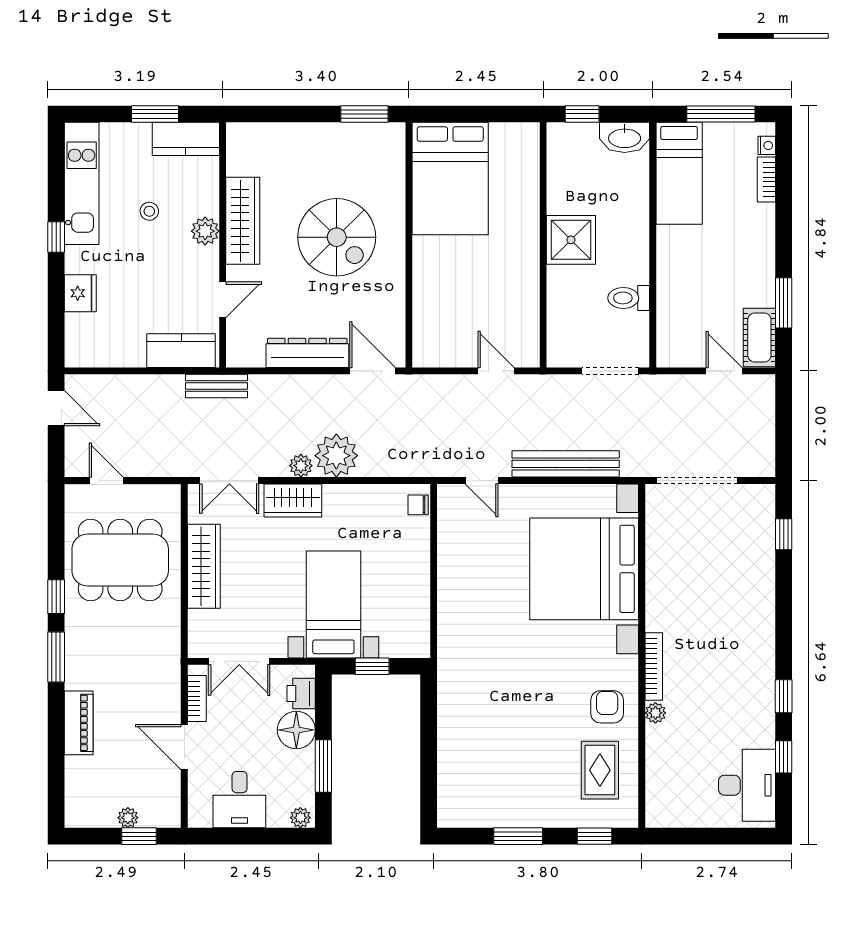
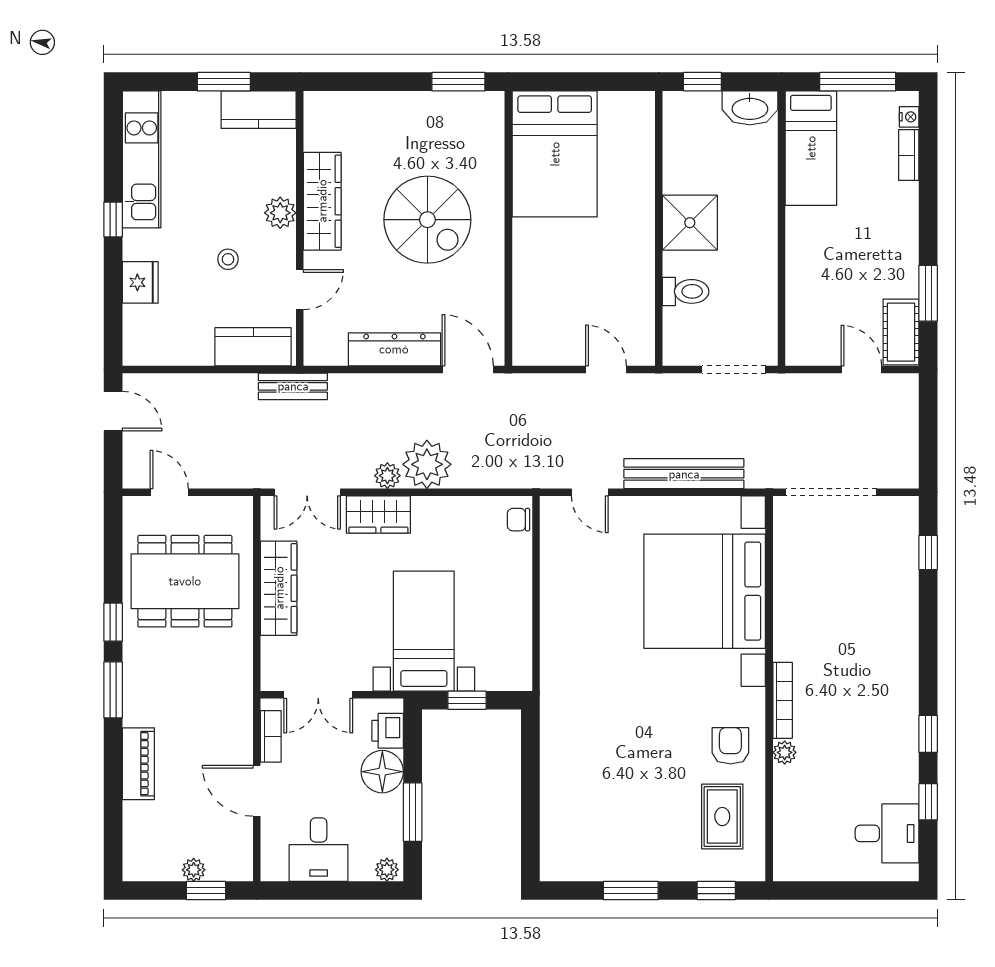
stool: (149, 211) -> (228, 259), moved
toilet: (629, 298) -> (686, 291), moved, turned 180
desk: (747, 785) -> (887, 833), width x0.73

